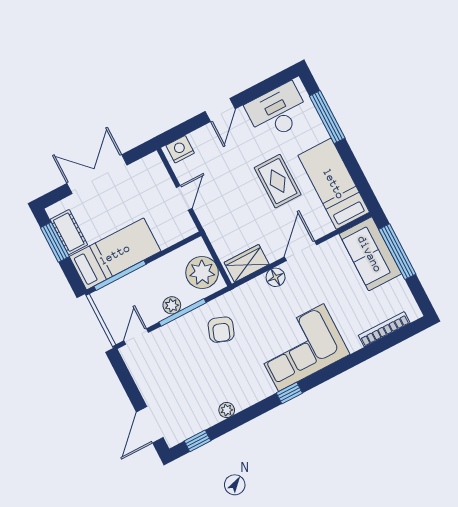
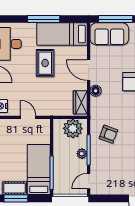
window: (327, 117) -> (44, 19), moved
rug: (278, 181) -> (45, 63), turned 90
door: (136, 336) -> (89, 181), hinge flipped

